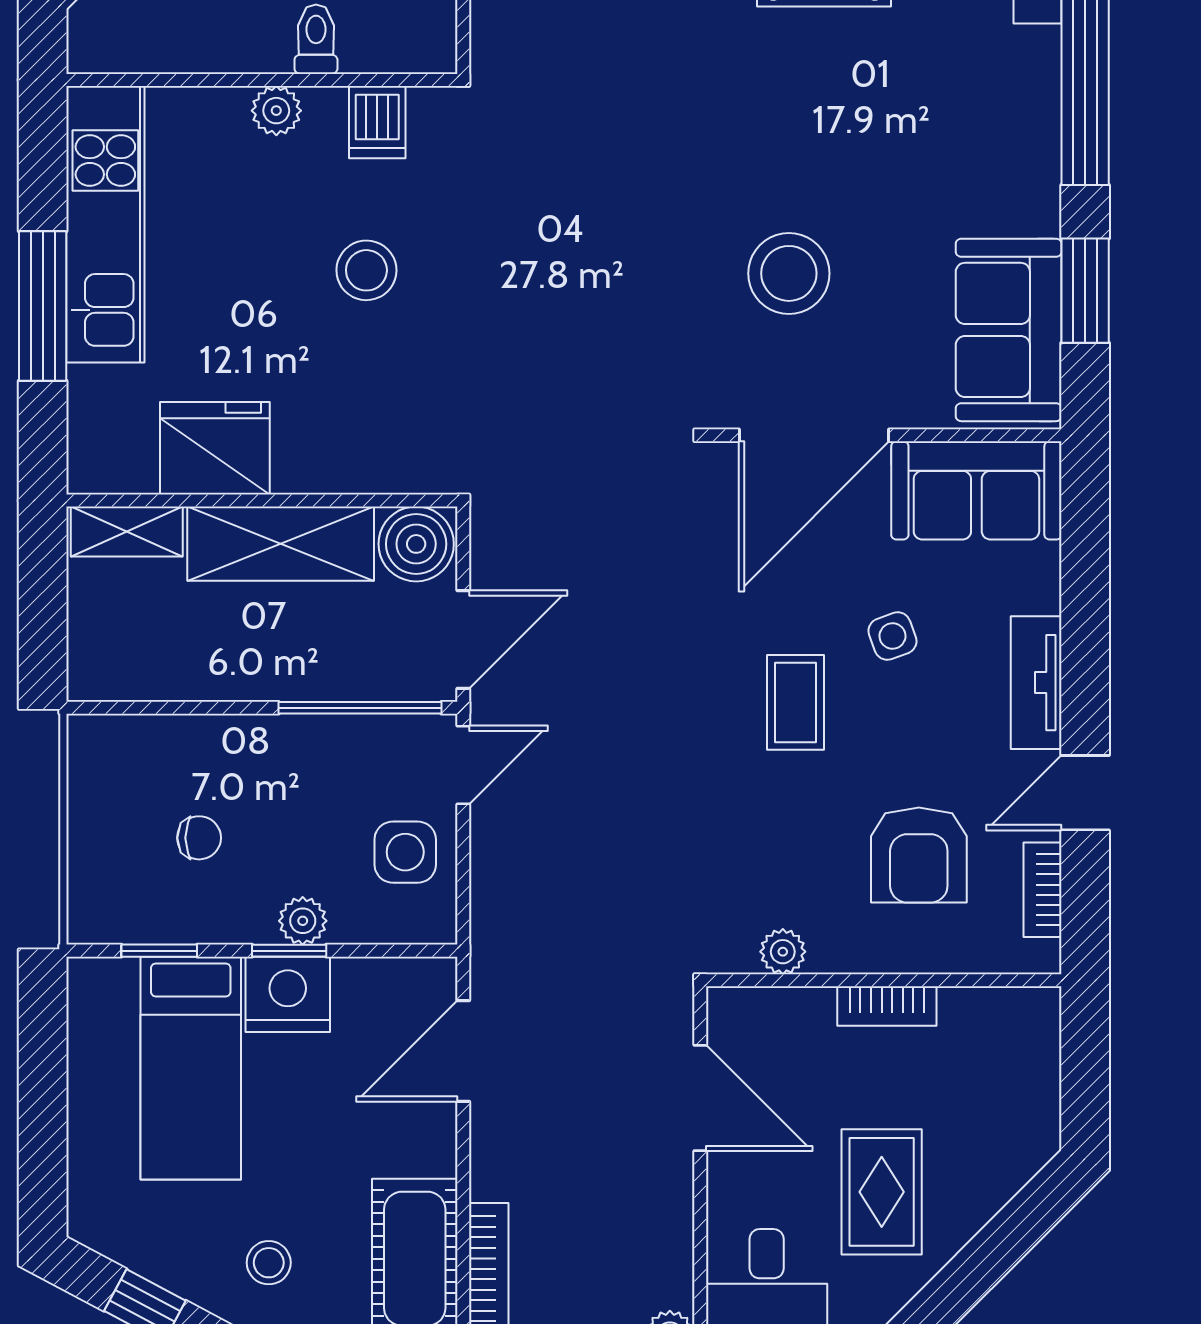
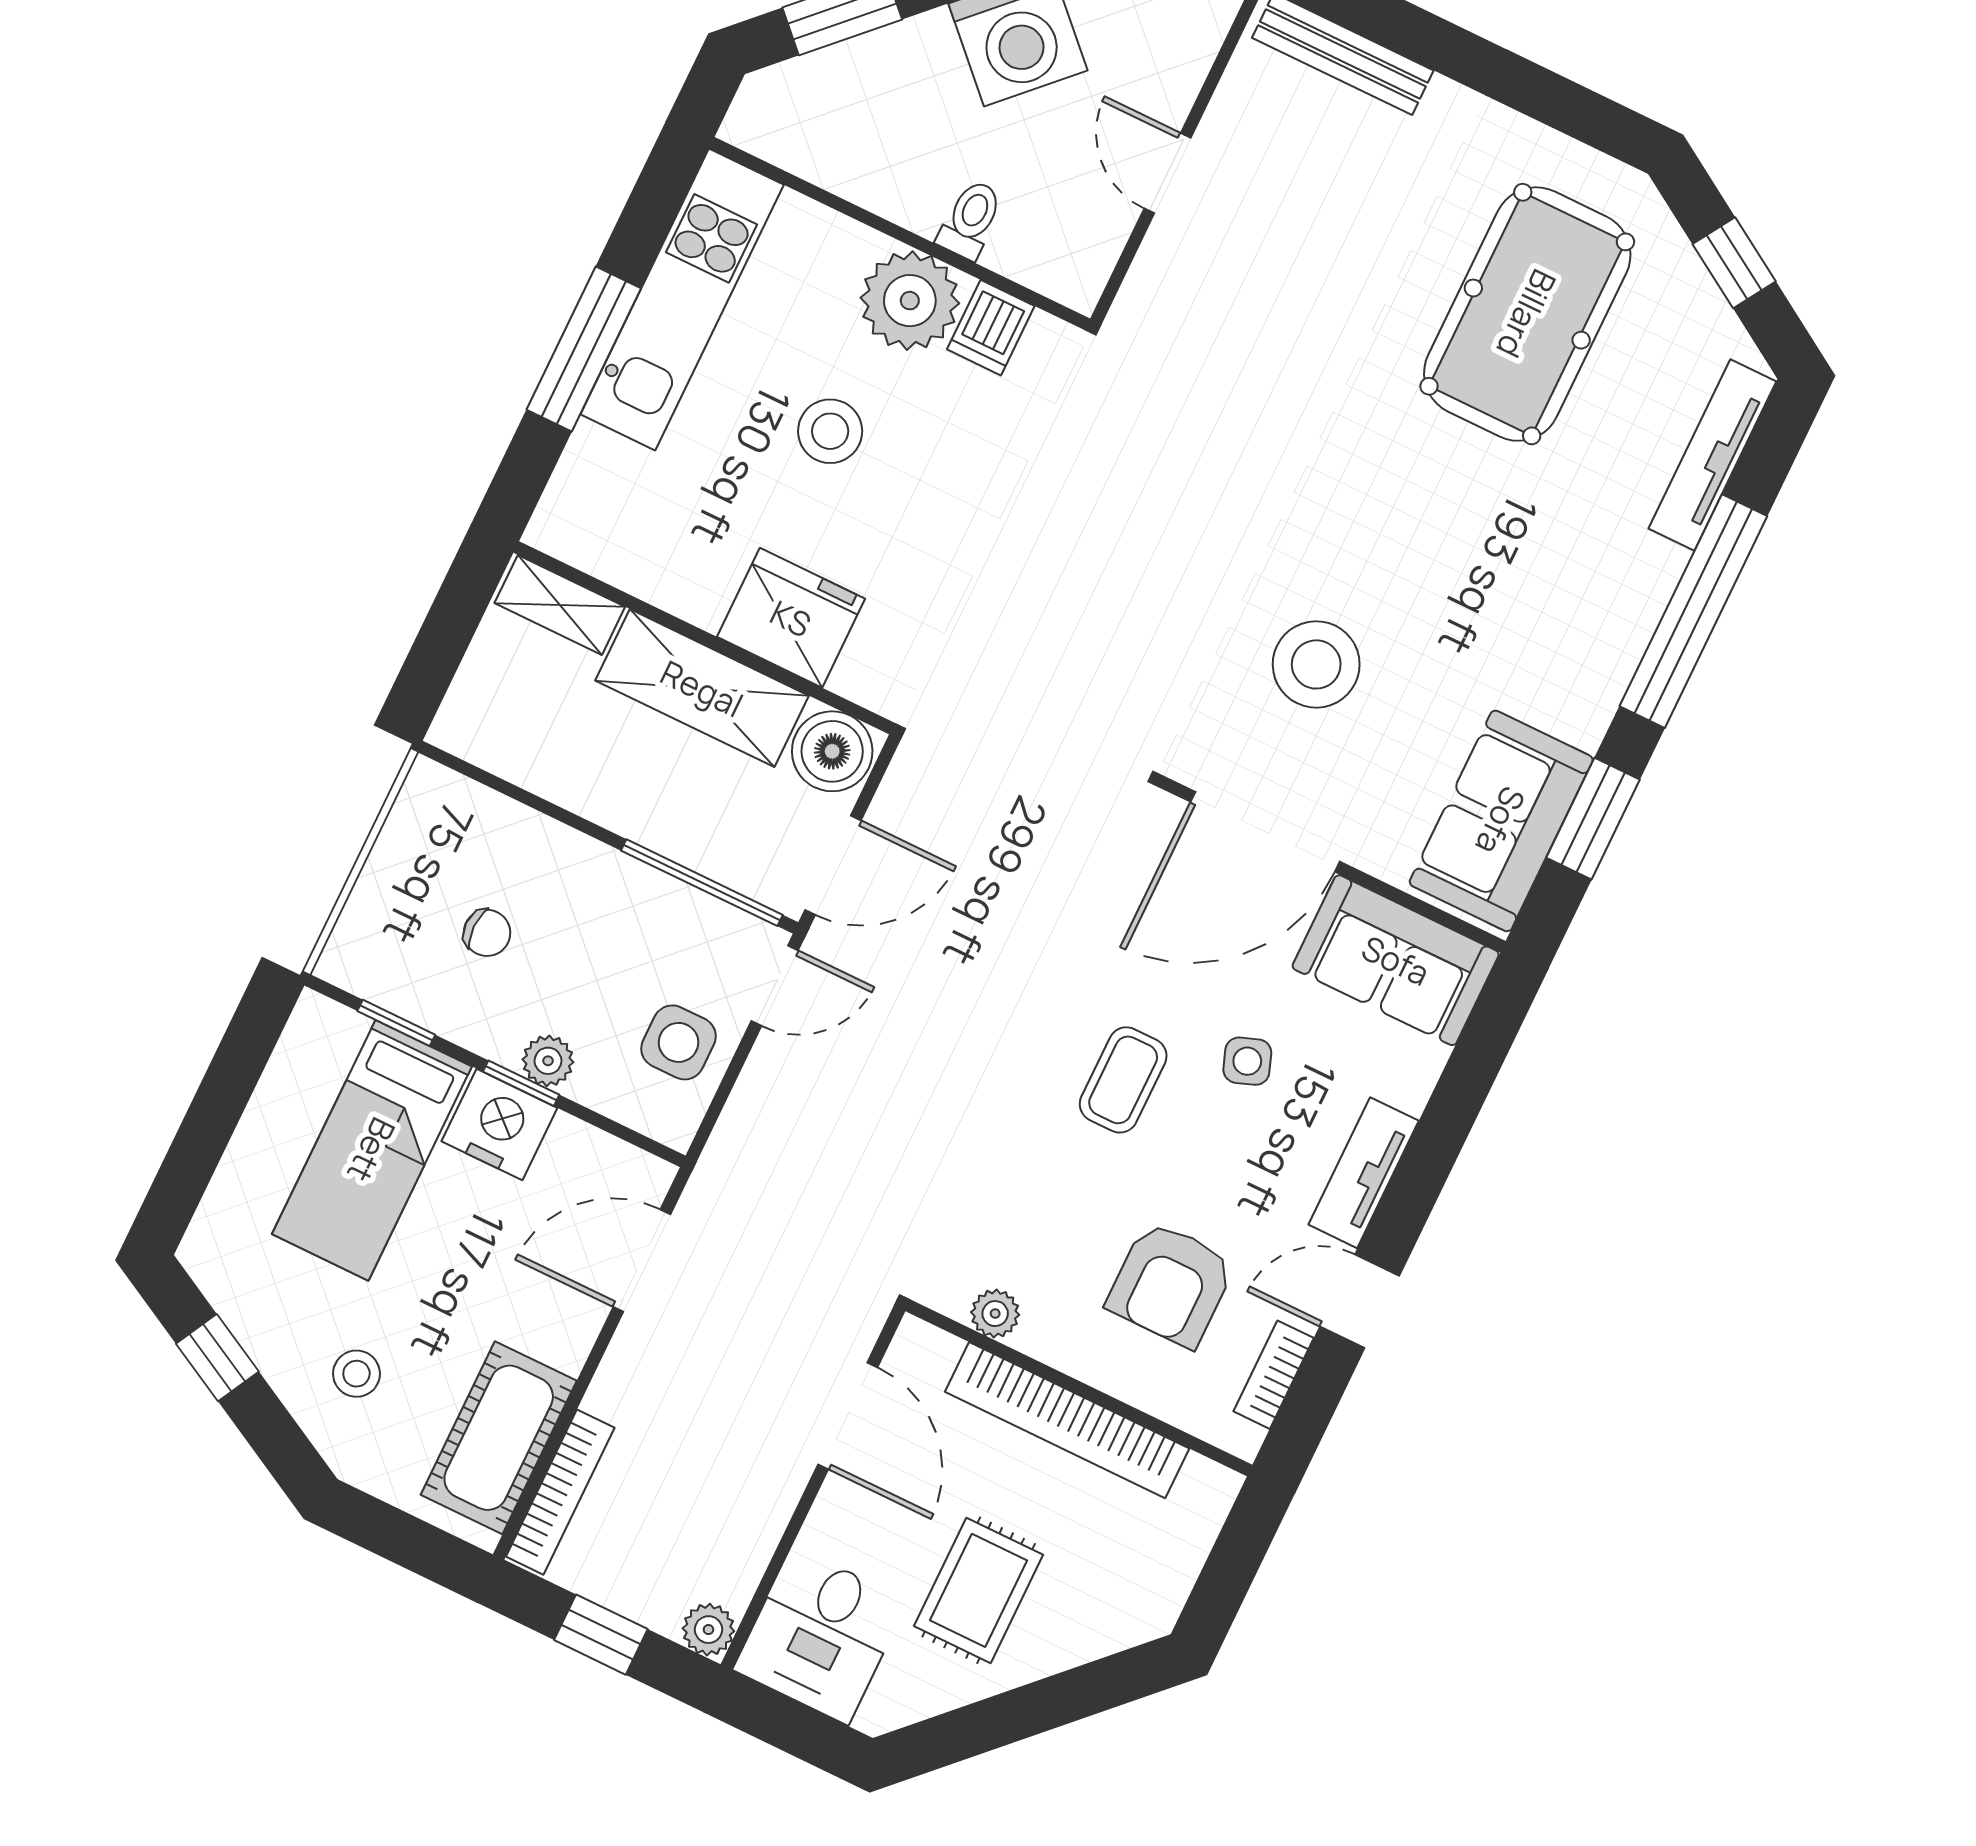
plant: (276, 111) -> (910, 301), width x1.87, depth x1.87
stool: (366, 270) -> (830, 431), moved
fridge: (215, 448) -> (791, 618), moved
bookcase: (887, 1006) -> (1067, 1420), width x2.31, depth x1.31

